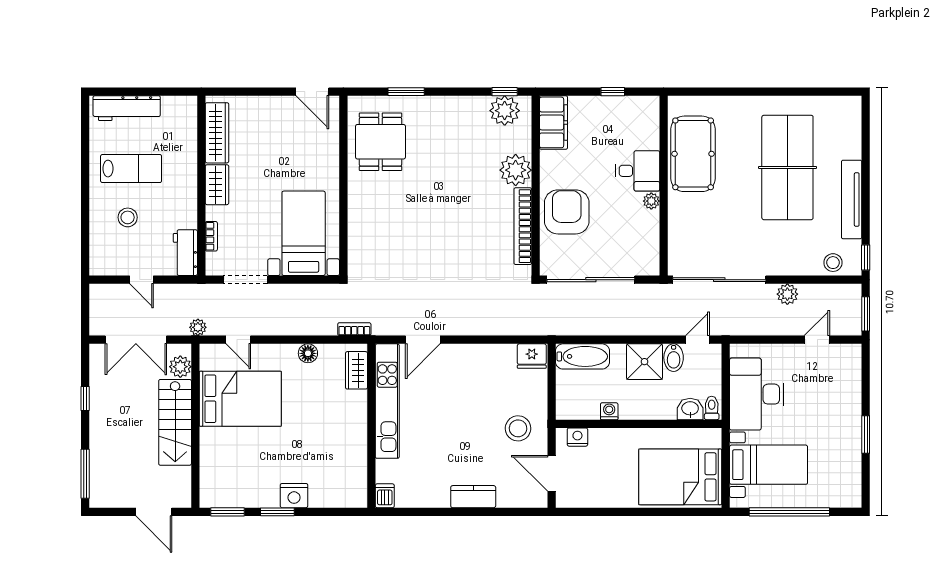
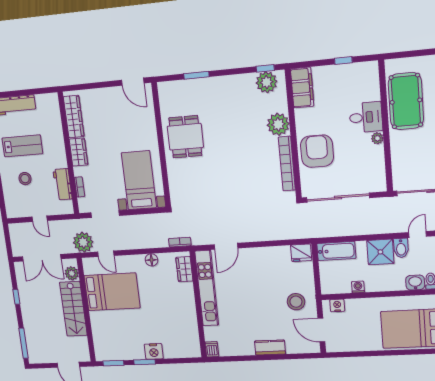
dining table: (380, 142) -> (185, 137), moved
workbench: (185, 253) -> (63, 184), moved
plant: (198, 327) -> (83, 242), width x1.88, depth x1.88

